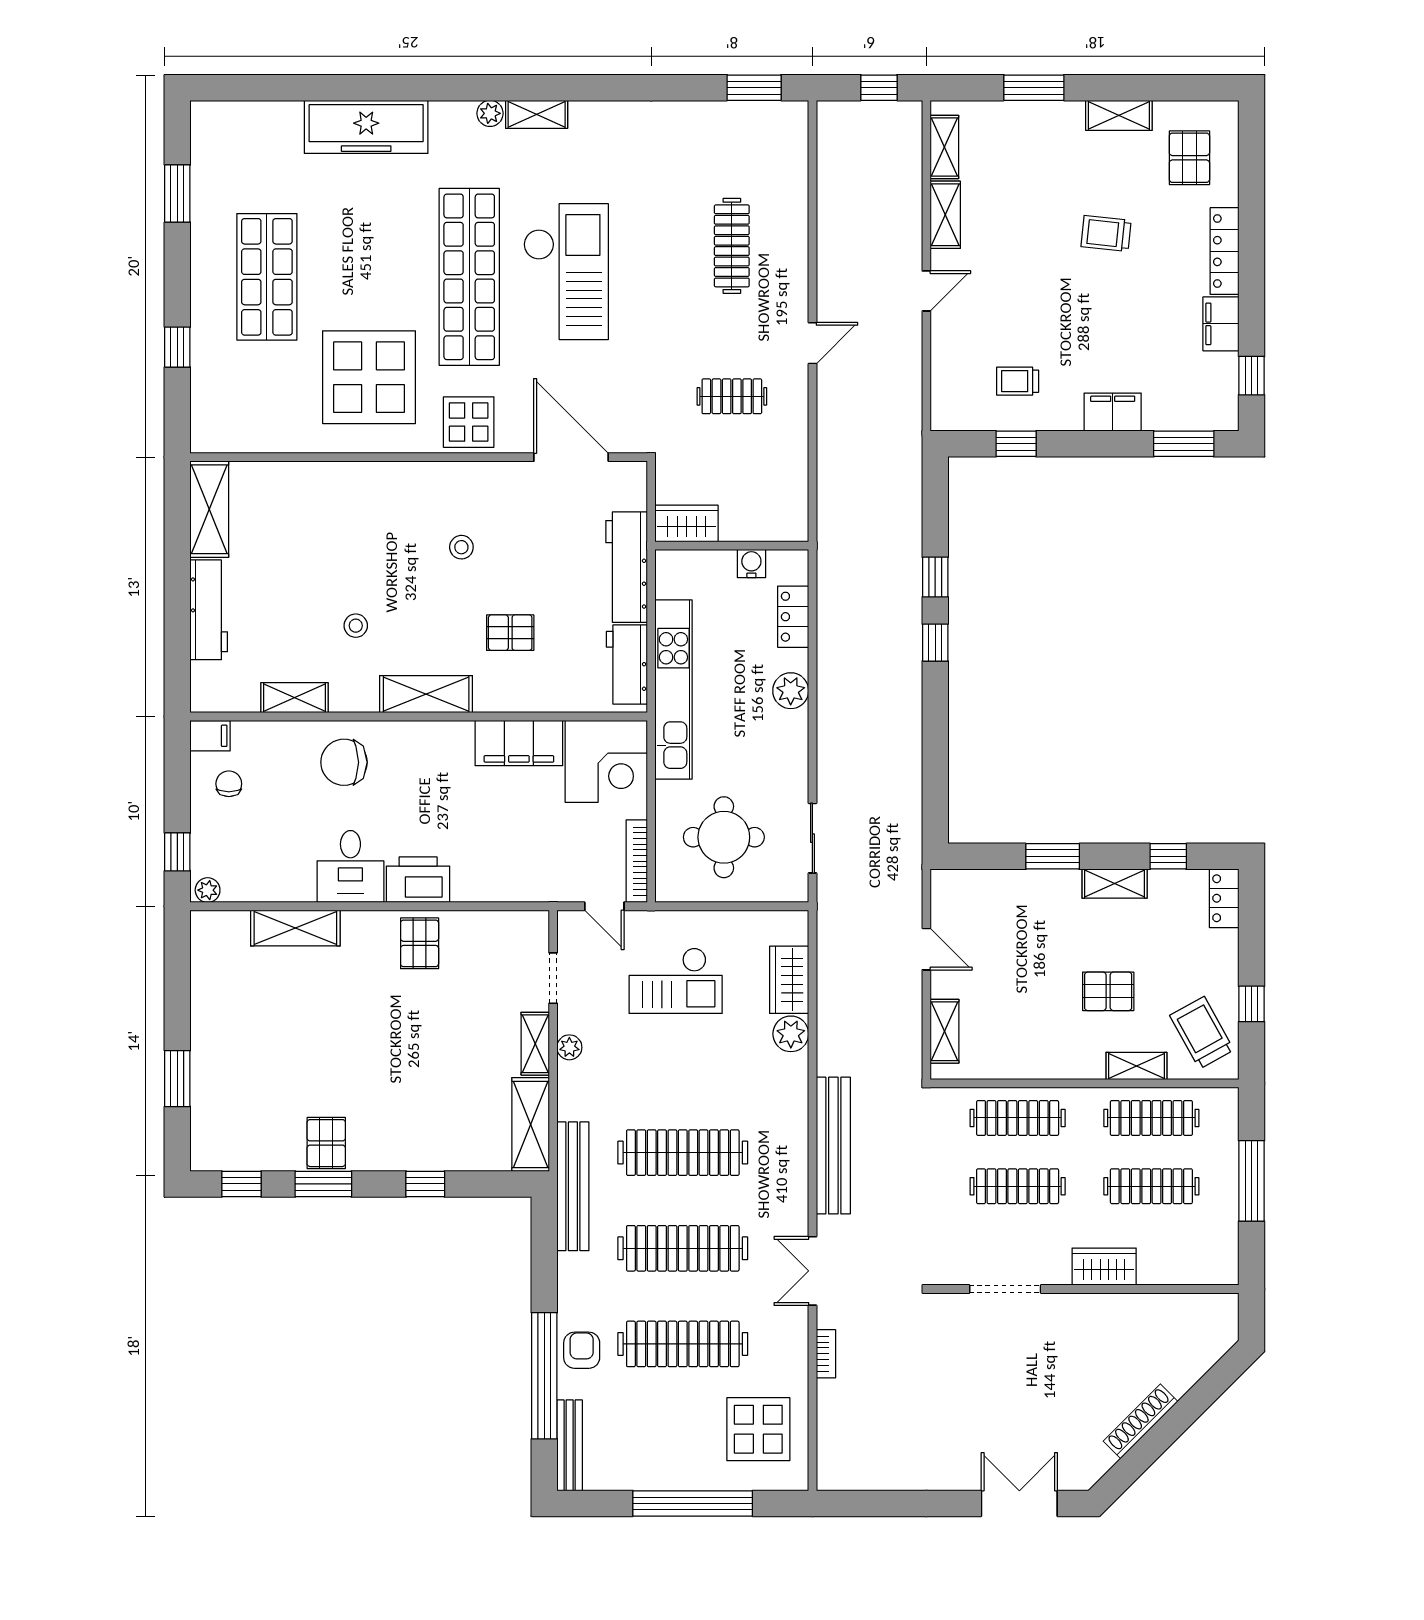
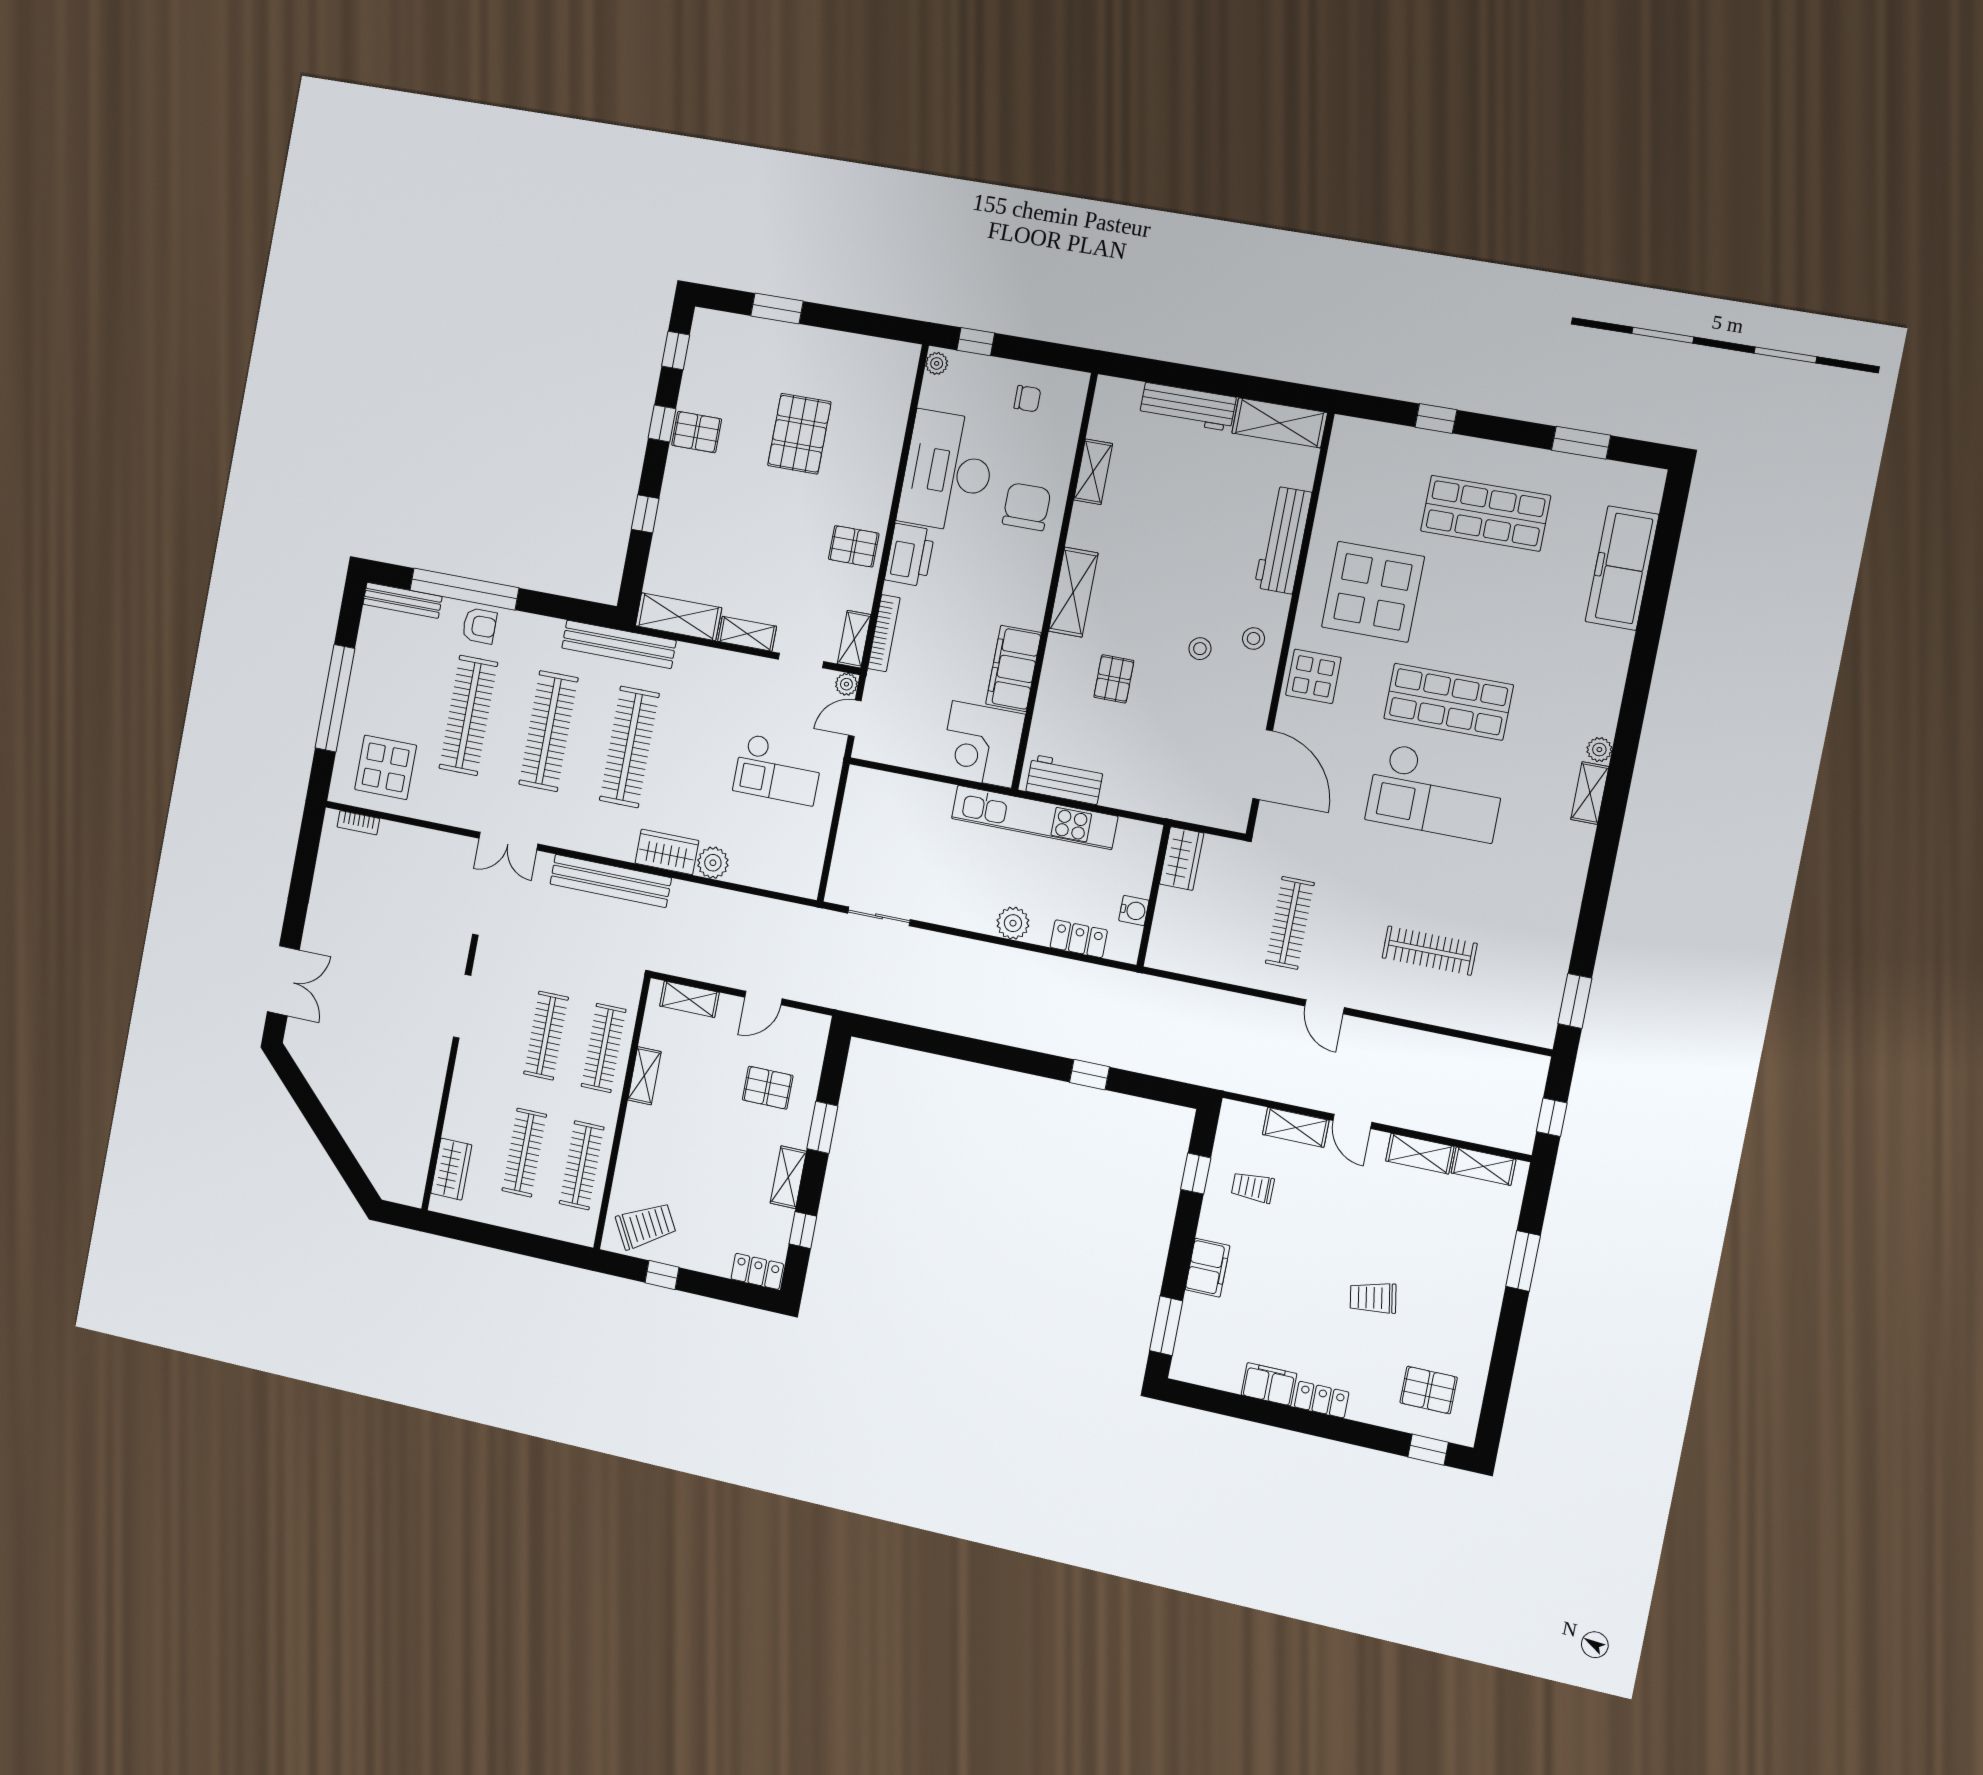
shelving: (1119, 115) -> (1296, 1127), moved, turned 90
freezer: (366, 127) -> (1622, 568), moved
trolley: (1106, 233) -> (1373, 1298), turned -106
locker: (1224, 251) -> (1322, 1400), width x0.66
shop shelf: (469, 277) -> (1448, 702), width x0.71
window: (1251, 376) -> (1428, 1450), moved
trolley: (1018, 381) -> (1253, 1187), turned -90
clothes rail: (732, 396) -> (1290, 923), width x1.36
door: (571, 457) -> (1263, 765), hinge flipped
workbench: (627, 567) -> (1283, 540), moved, turned -90
stool: (356, 626) -> (1254, 638), moved
window: (935, 643) -> (1031, 1062), removed
filing cabinet: (210, 736) -> (1074, 389), removed
round table: (724, 837) -> (895, 837), removed
bookcase: (637, 861) -> (884, 633), moved, turned 90
desk: (350, 867) -> (947, 472), width x1.87, depth x1.30
shelving: (295, 928) -> (854, 639), moved, width x0.67, depth x0.75
wardrobe: (789, 980) -> (667, 852), moved
checkout: (676, 981) -> (778, 769), turned -90
pallet: (1108, 991) -> (768, 1088), moved, turned 90
pallet: (309, 1027) -> (799, 434), added
plant: (569, 1047) -> (846, 684), moved
shelving: (1136, 1066) -> (644, 1076), moved
window: (1251, 1181) -> (512, 1241), removed
window: (323, 1184) -> (662, 423), width x0.67
wardrobe: (1104, 1267) -> (451, 1169), moved
double door: (812, 1271) -> (508, 841), swing flipped
bookcase: (826, 1354) -> (358, 823), moved
shoe rack: (1141, 1421) -> (331, 1100), removed

